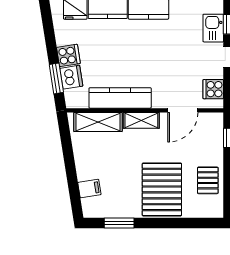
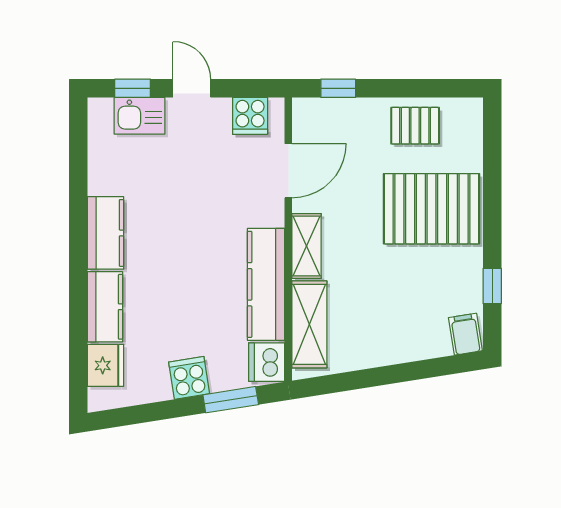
dishwasher: (71, 77) -> (267, 362), moved, turned -81
door: (183, 110) -> (288, 171), hinge flipped
filing cabinet: (89, 189) -> (465, 334), moved
window: (119, 223) -> (492, 286), width x0.67

